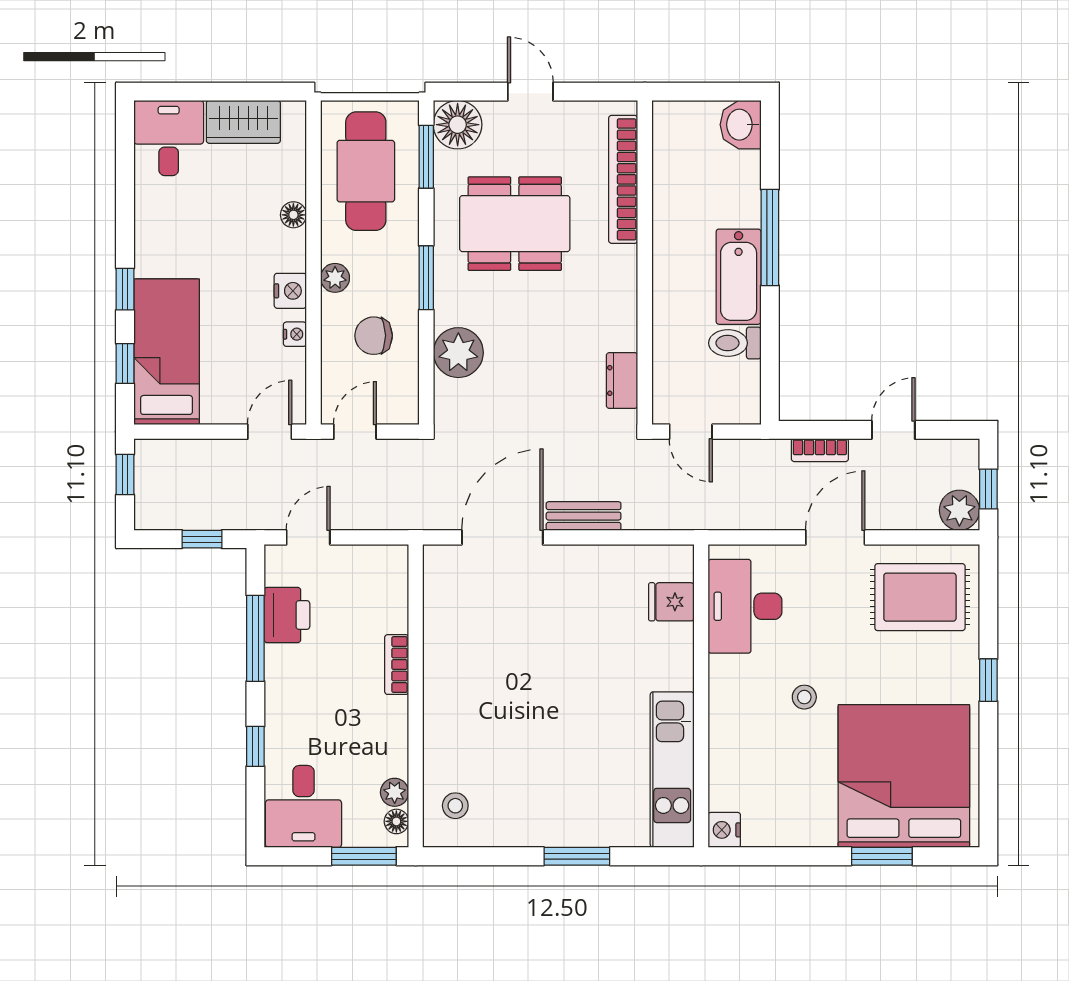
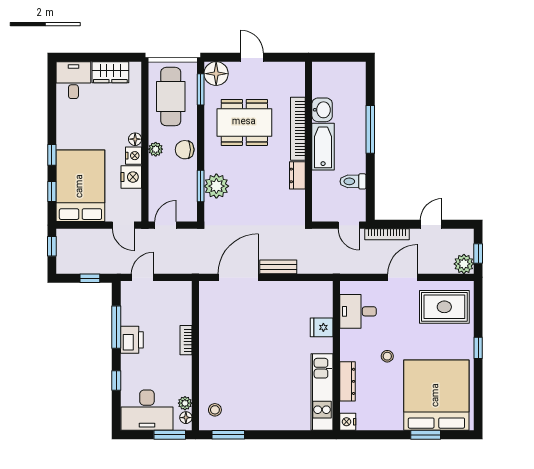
washbasin: (741, 125) -> (322, 110), moved, turned 180
bookcase: (623, 179) -> (298, 129), moved
floor lamp: (293, 215) -> (135, 139), moved
bathtub: (739, 277) -> (323, 147), moved, turned 180
window: (426, 278) -> (201, 186), moved
nightstand: (295, 334) -> (131, 177), width x1.89, depth x1.79
chair: (374, 336) -> (185, 150), moved
bed: (167, 352) -> (80, 186), width x1.50
dresser: (622, 380) -> (297, 175), moved
door: (270, 432) -> (123, 225), swing flipped
door: (691, 432) -> (349, 225), moved
bookcase: (820, 450) -> (387, 234), width x1.56
fridge: (671, 602) -> (322, 327), moved
desk: (745, 606) -> (358, 311), width x0.73
printer: (287, 615) -> (132, 340), moved
dresser: (724, 748) -> (348, 381), added
desk: (303, 806) -> (147, 410), width x1.37
window: (577, 856) -> (228, 435), moved

